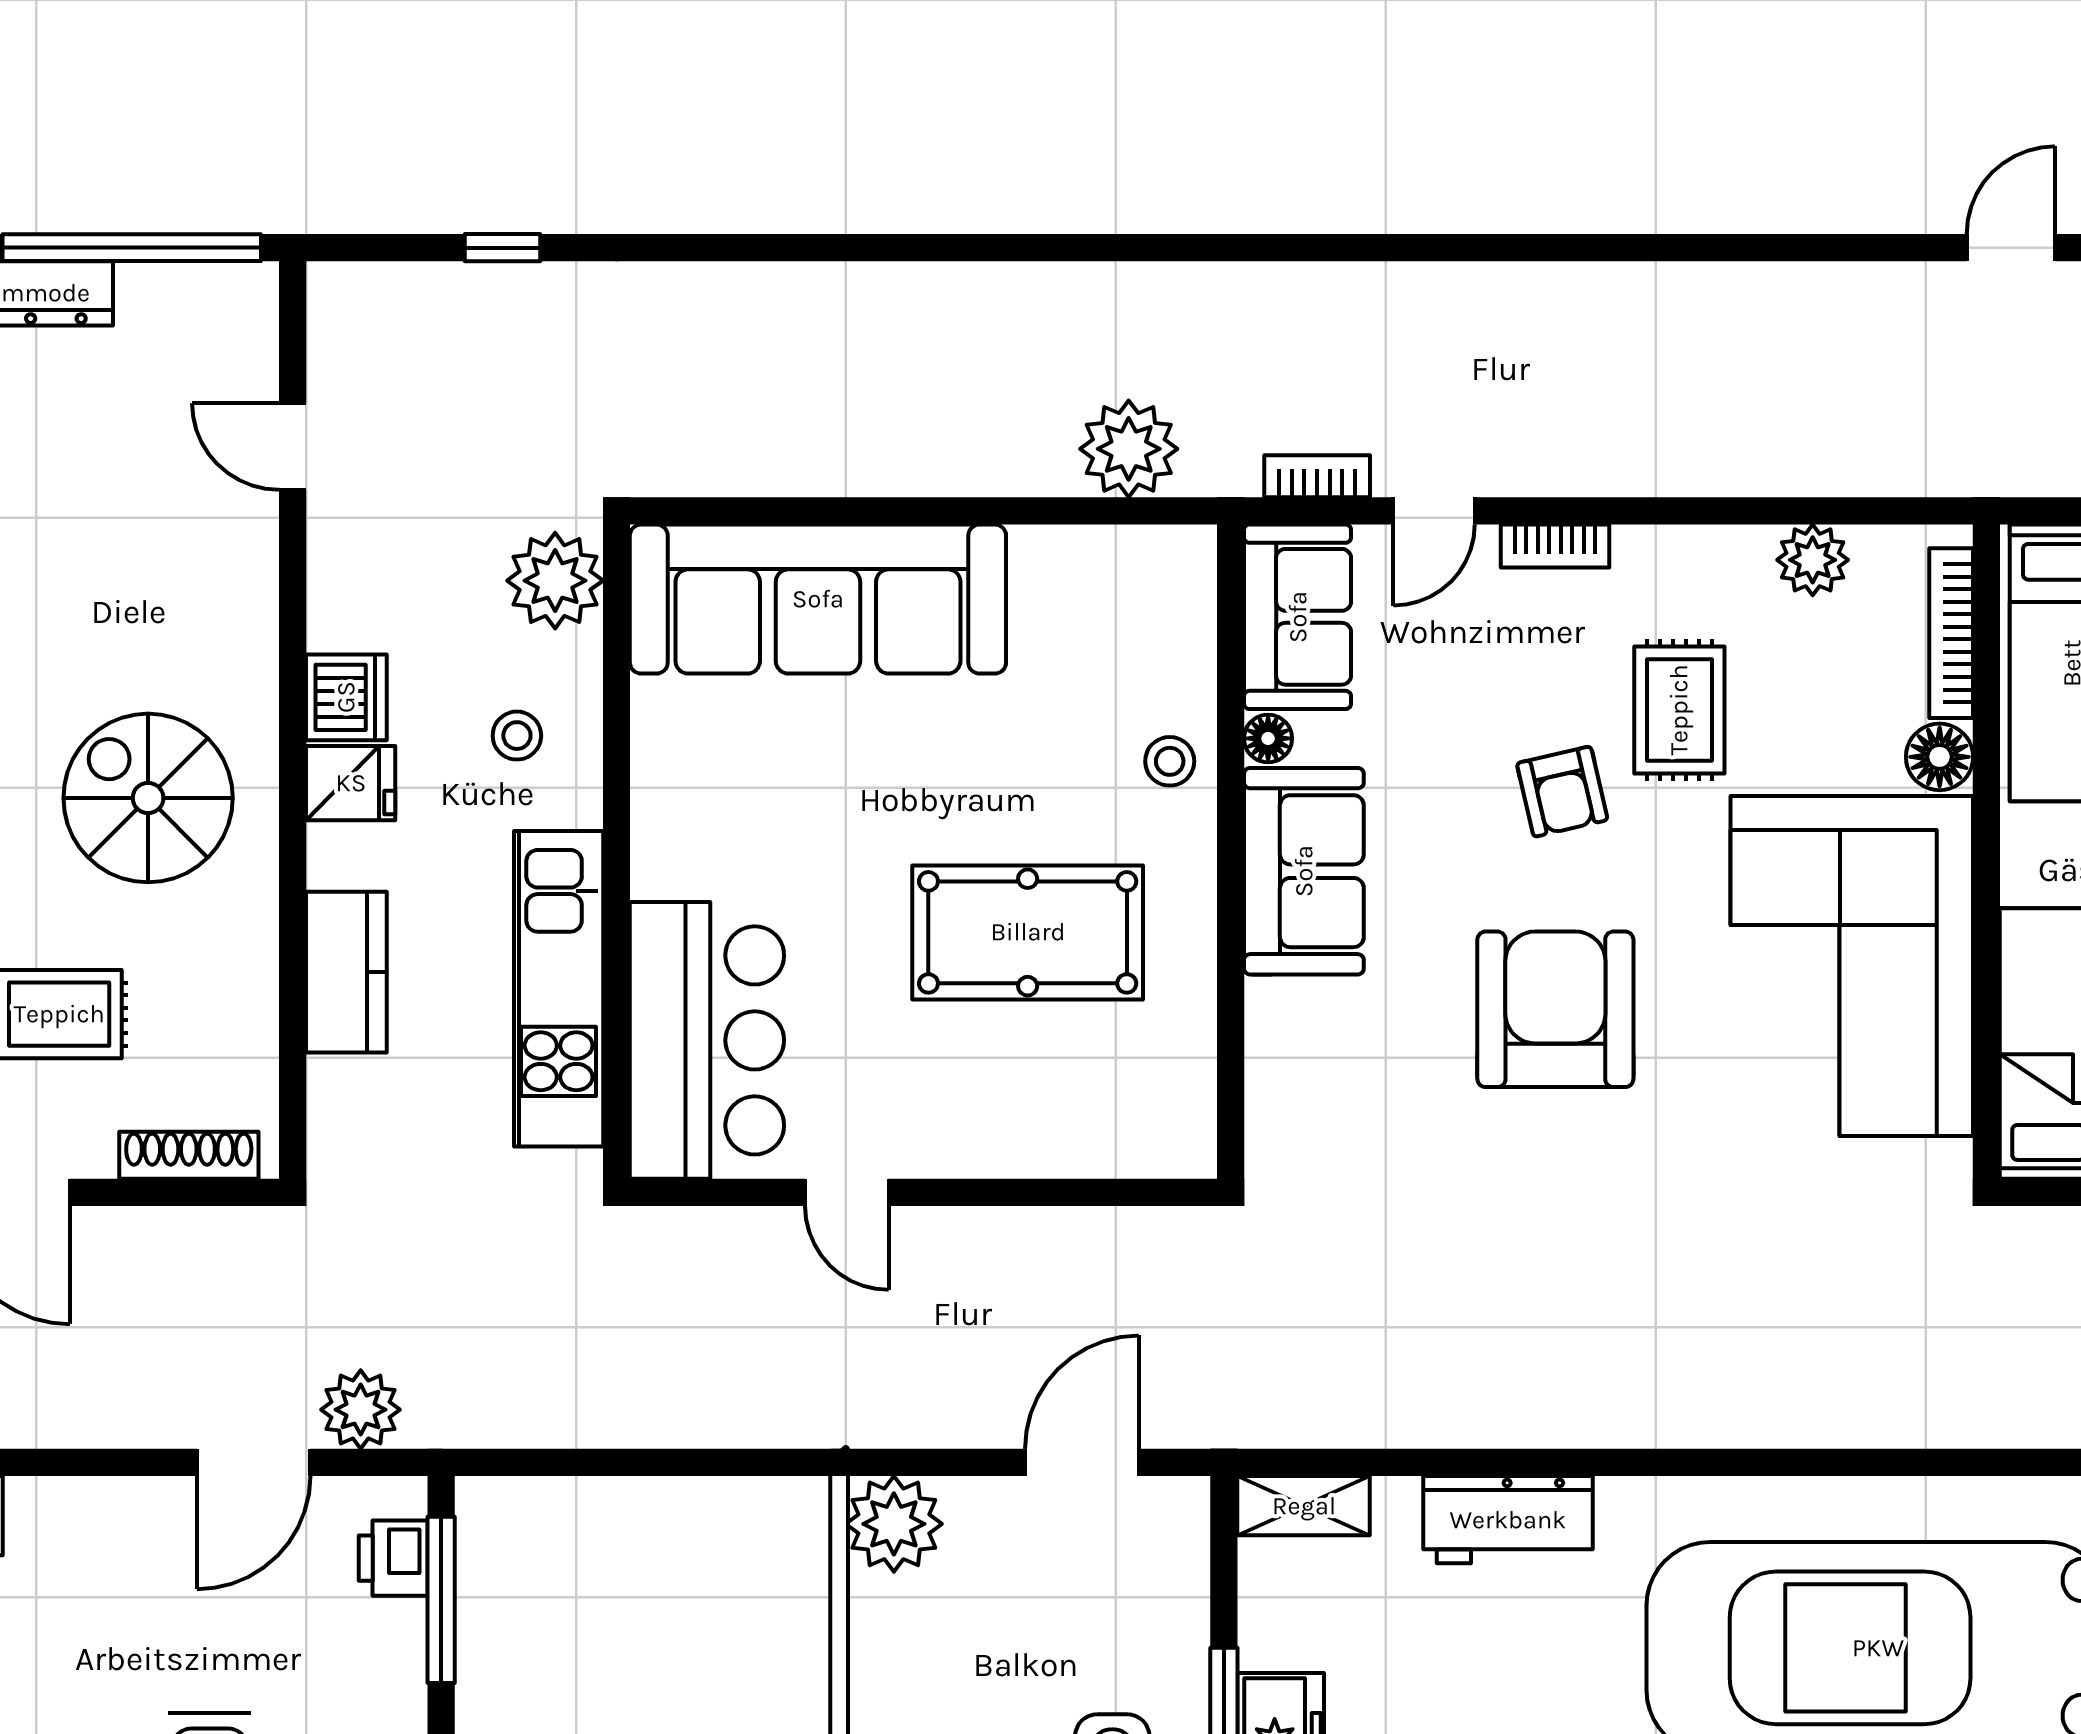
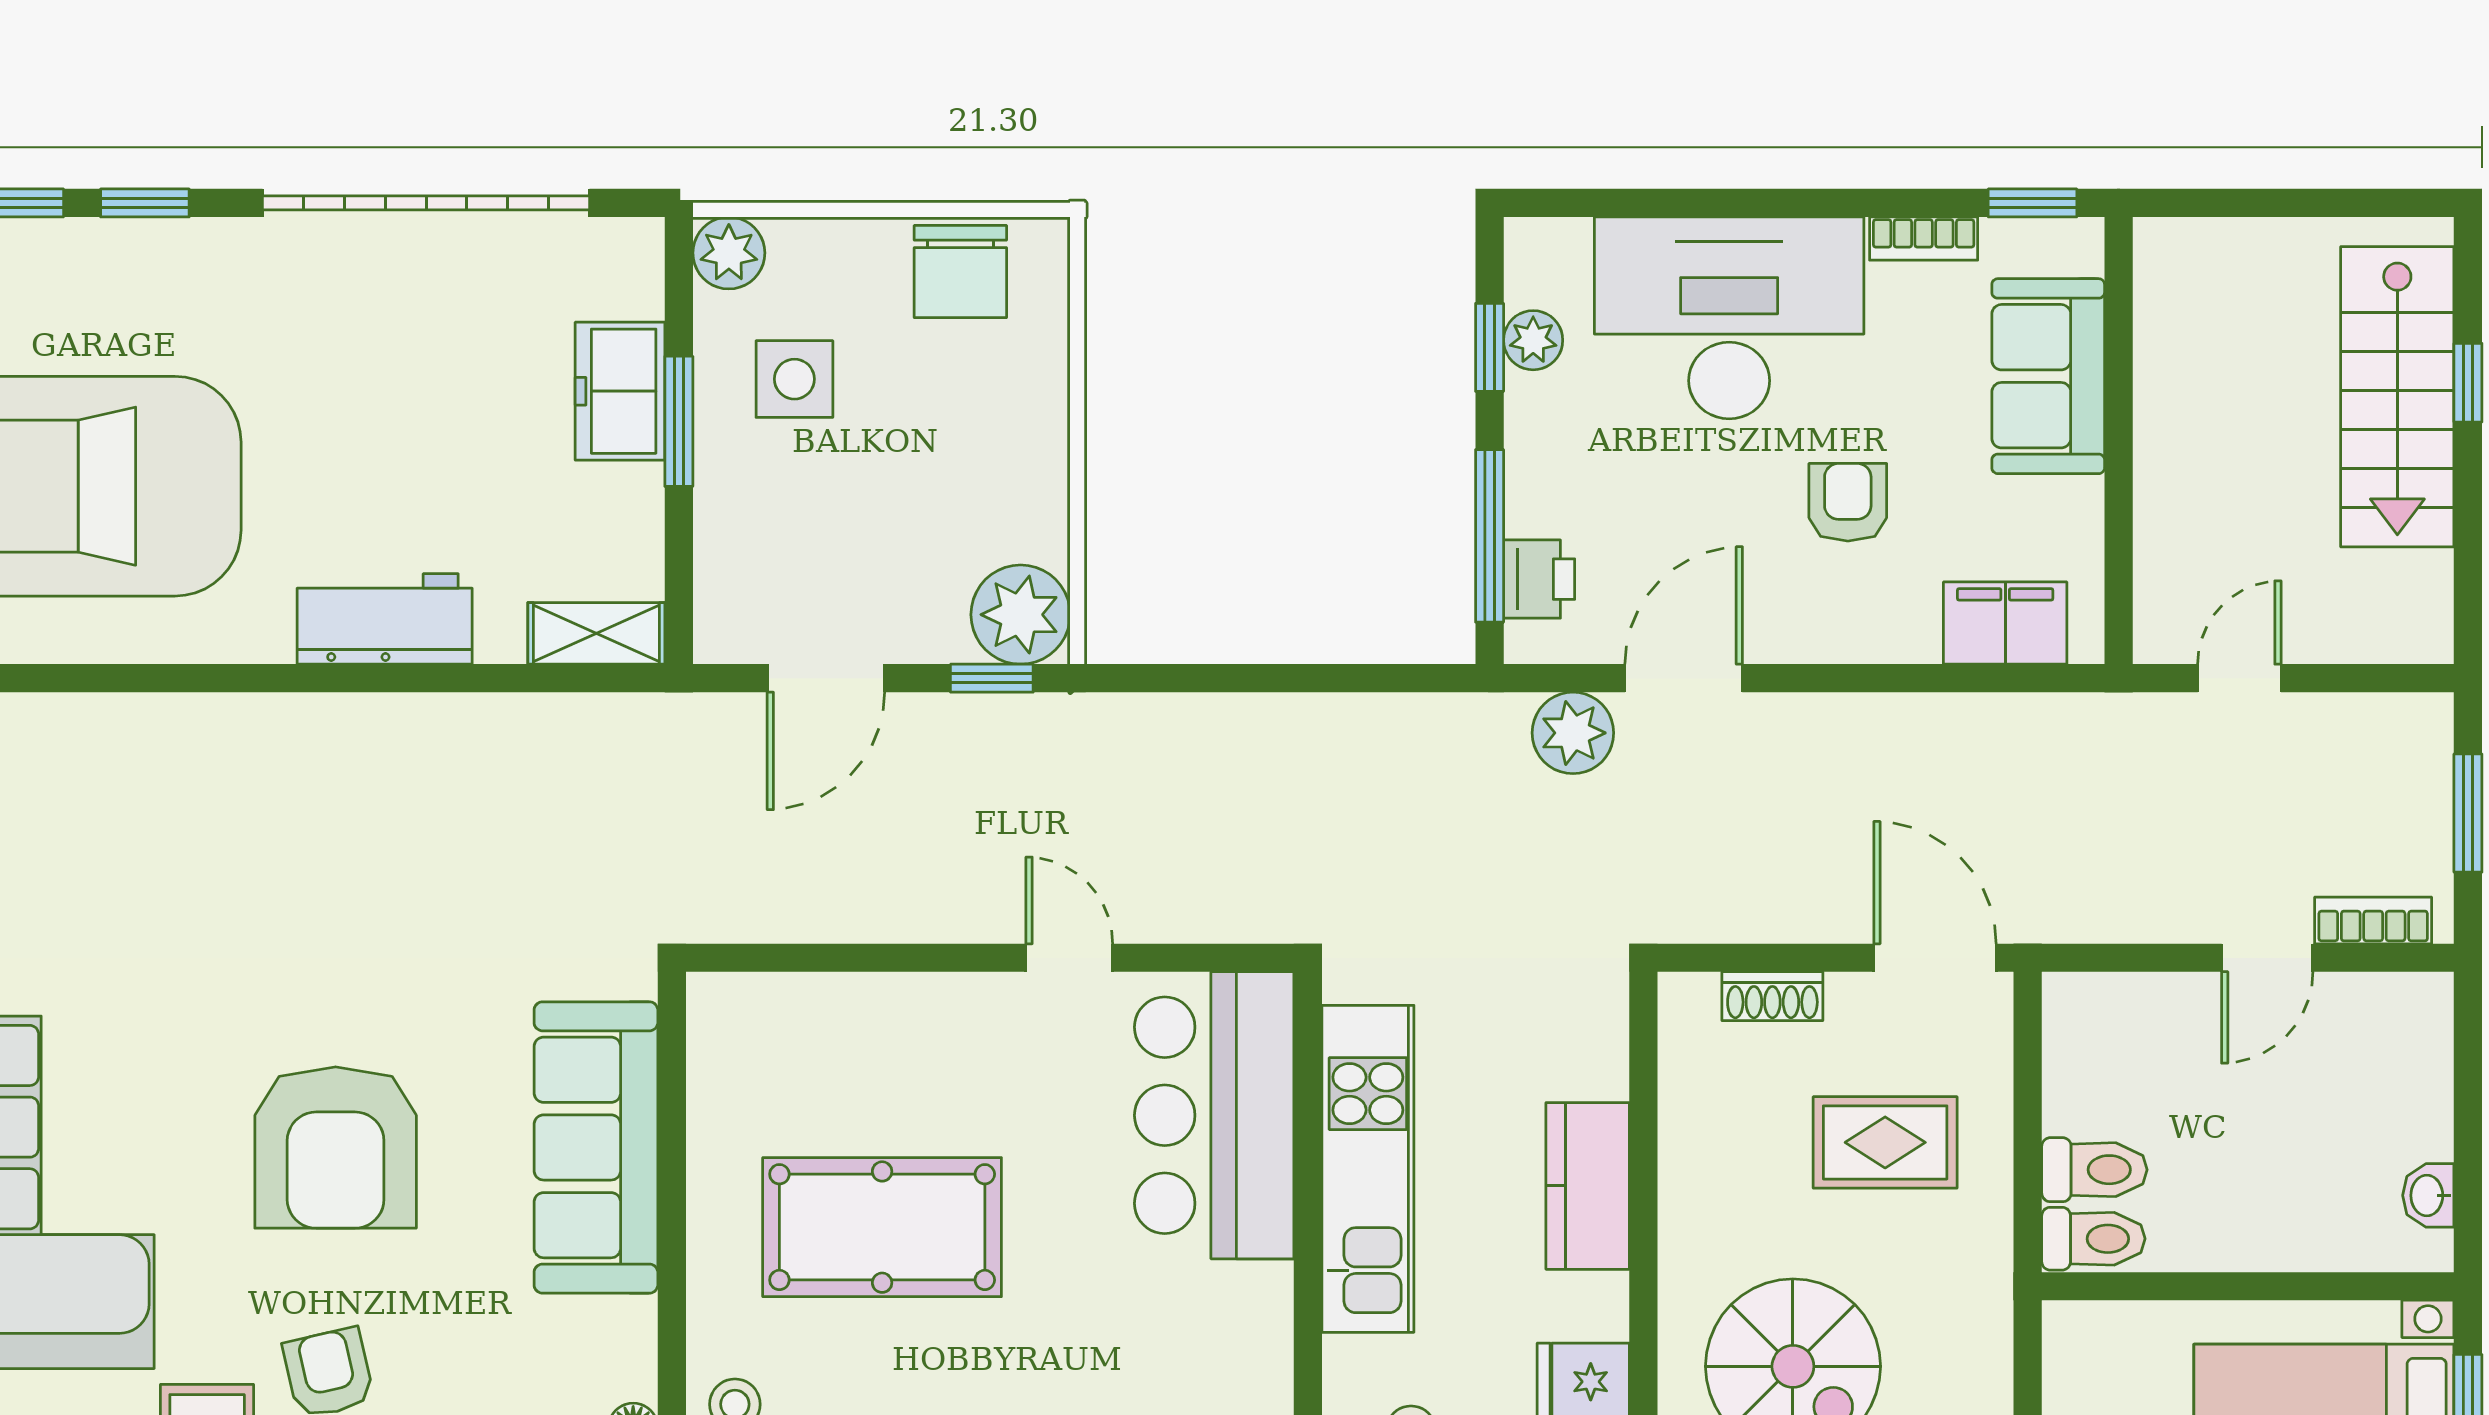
sofa: (1304, 871) -> (596, 1147), moved, width x1.36
shoe rack: (189, 1155) -> (1772, 996), width x0.70
window: (922, 1462) -> (992, 678), added
armchair: (95, 1632) -> (1848, 502), added

